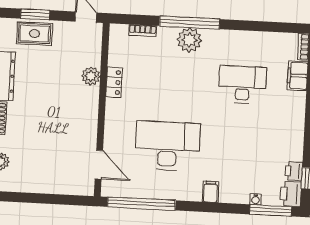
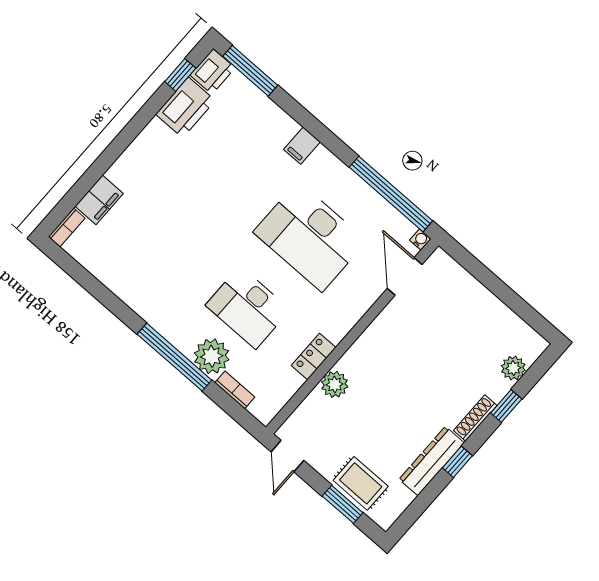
plant: (189, 40) -> (212, 356), moved
desk: (242, 85) -> (248, 308), moved
printer: (294, 171) -> (185, 107), width x1.87, depth x1.48
water cooler: (256, 199) -> (420, 240), moved

